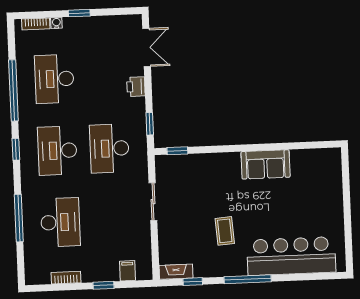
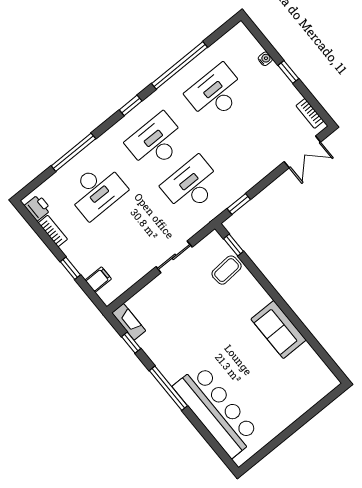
bookcase: (36, 24) -> (310, 113), moved
printer: (136, 87) -> (38, 208), moved, turned 90
coffee table: (225, 231) -> (227, 270), moved

